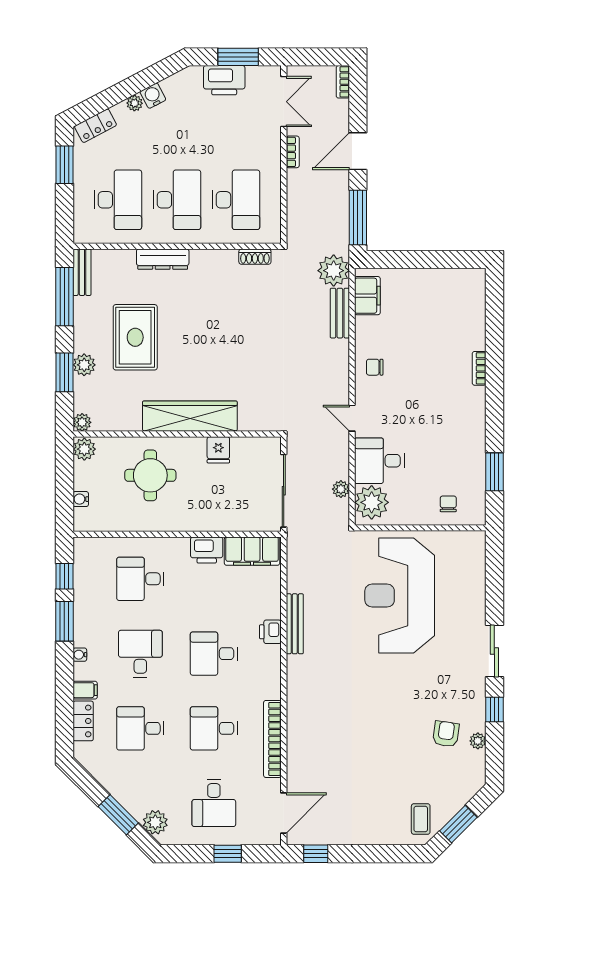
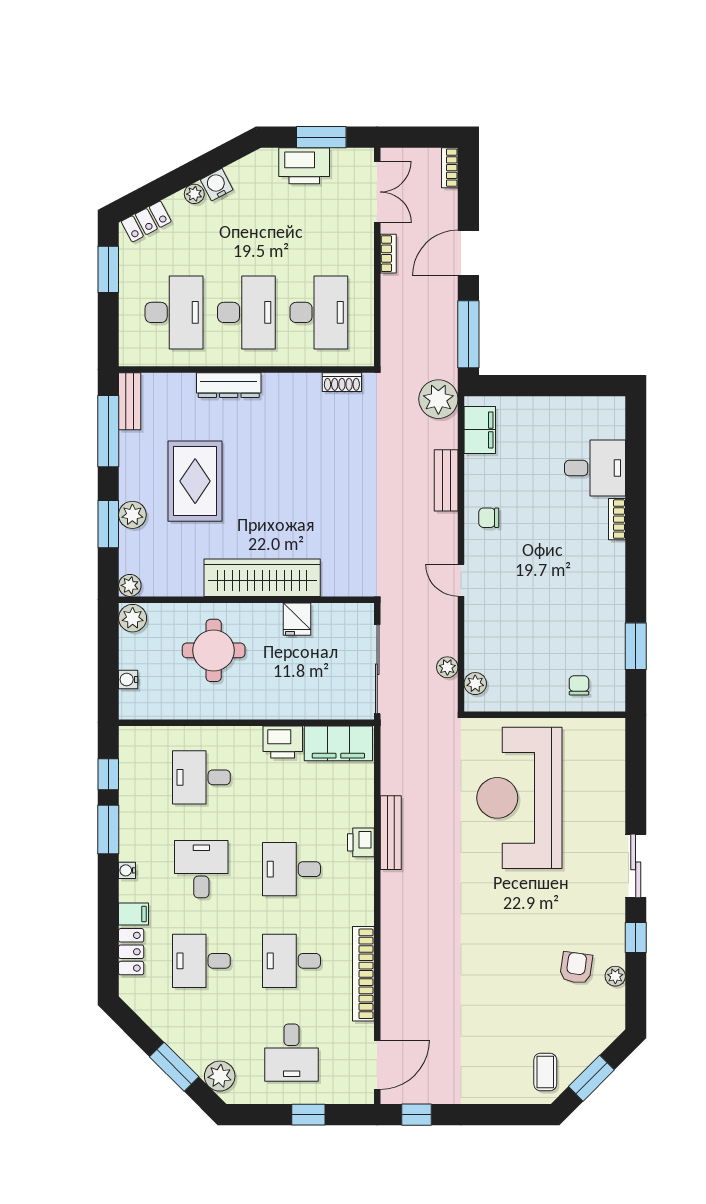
bench: (340, 313) -> (446, 480), moved
desk: (379, 461) -> (595, 468), moved, turned 180
plant: (372, 502) -> (475, 684), width x0.53, depth x0.53

